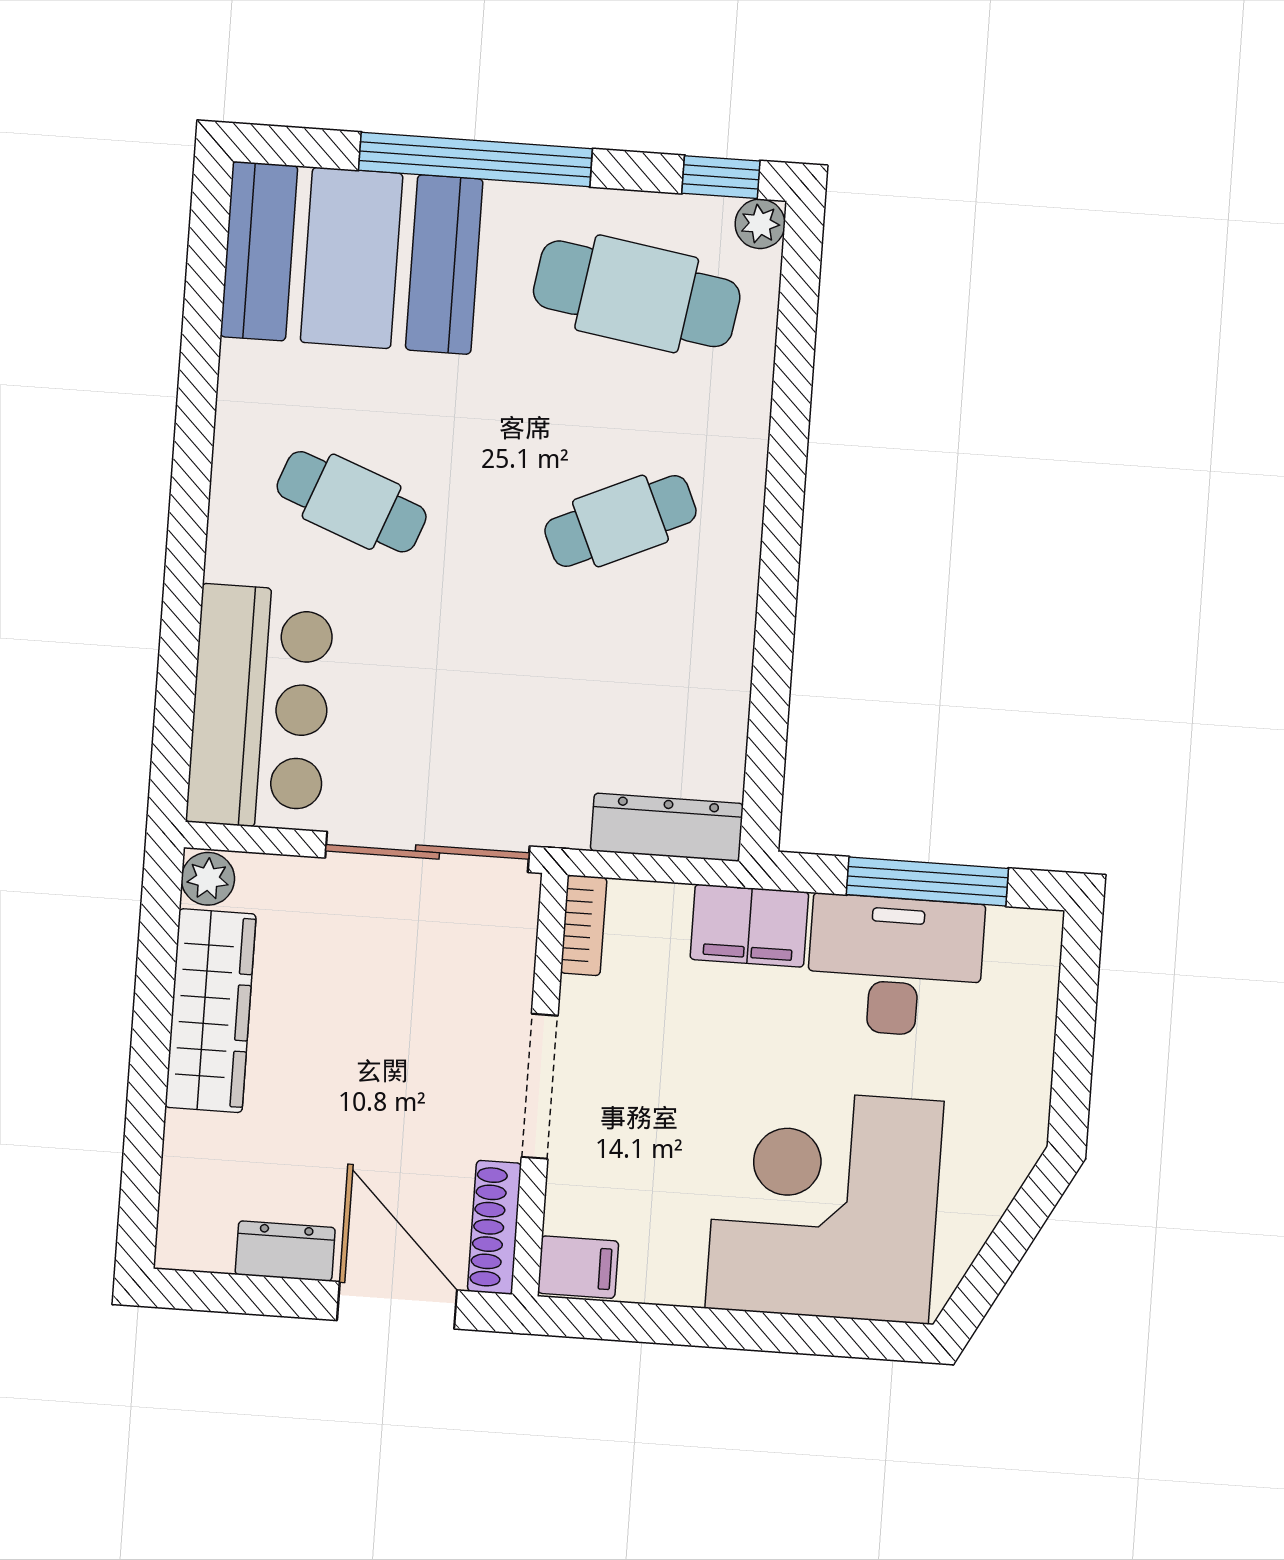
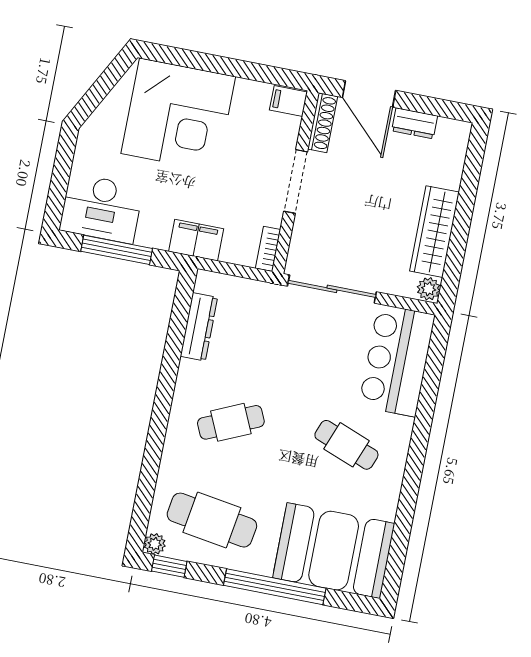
dresser: (667, 827) -> (199, 327), moved, turned -90
desk: (895, 966) -> (101, 208), moved

